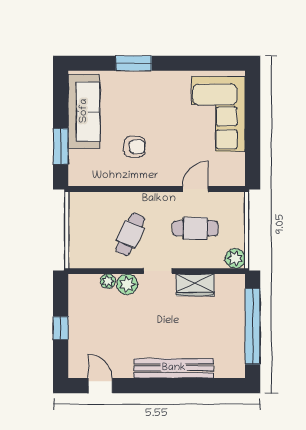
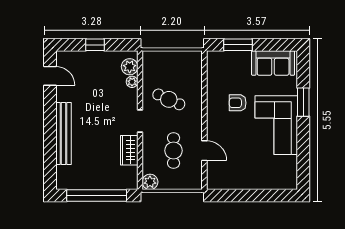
sofa: (84, 111) -> (273, 63), width x0.73
corner sofa: (218, 114) -> (276, 125), moved, turned -90
armchair: (135, 147) -> (238, 103), turned 90
plant: (127, 284) -> (130, 67), moved
door: (100, 386) -> (50, 76), hinge flipped

